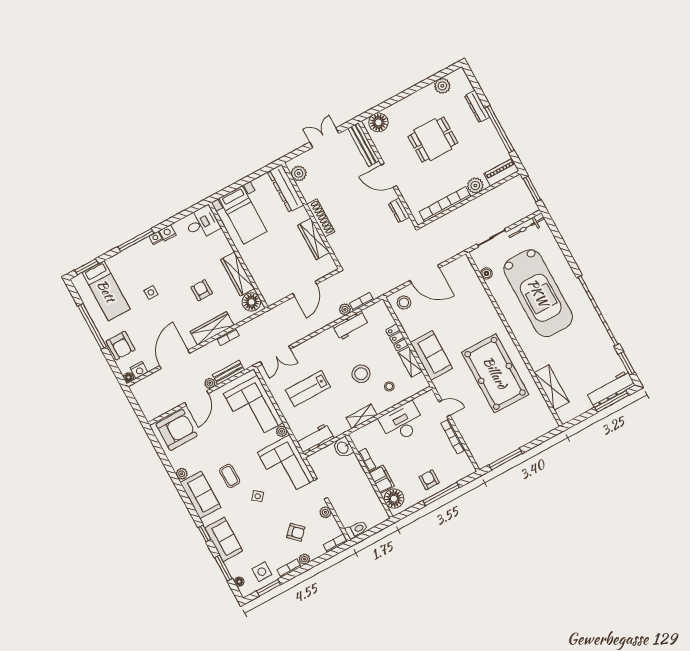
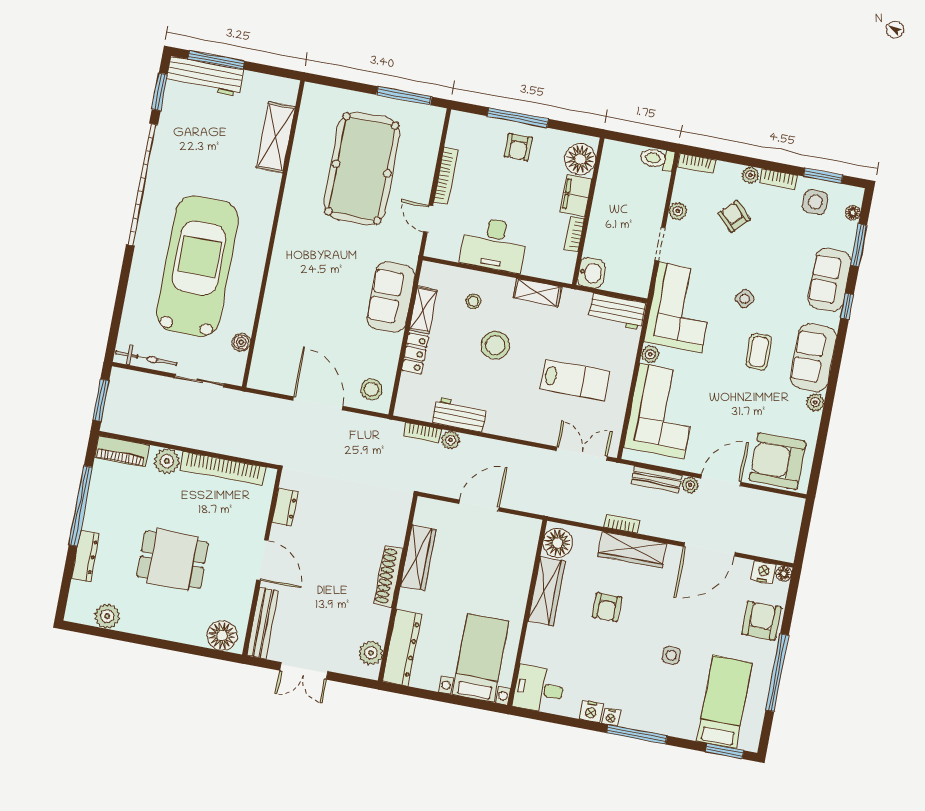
pool table: (495, 373) -> (362, 168), moved

